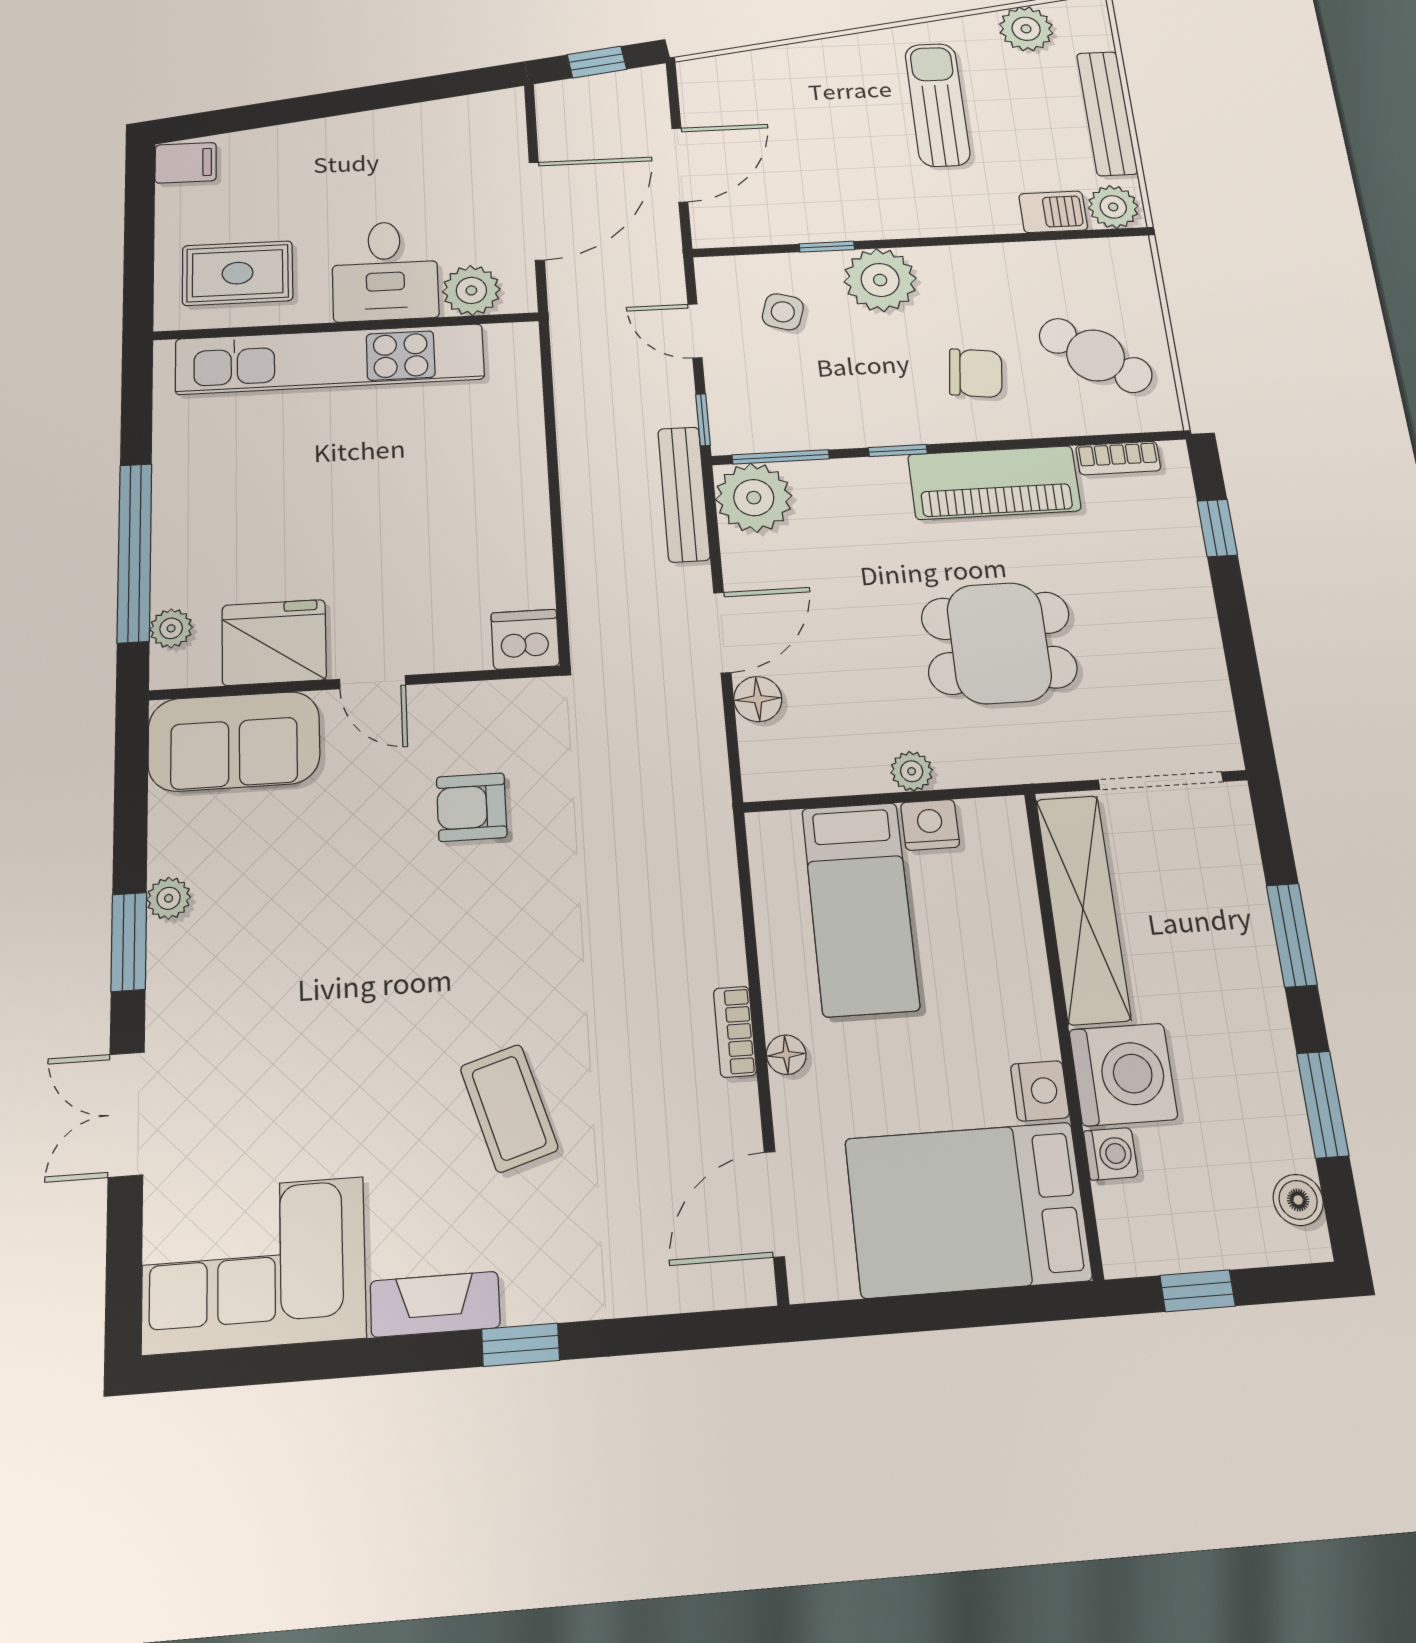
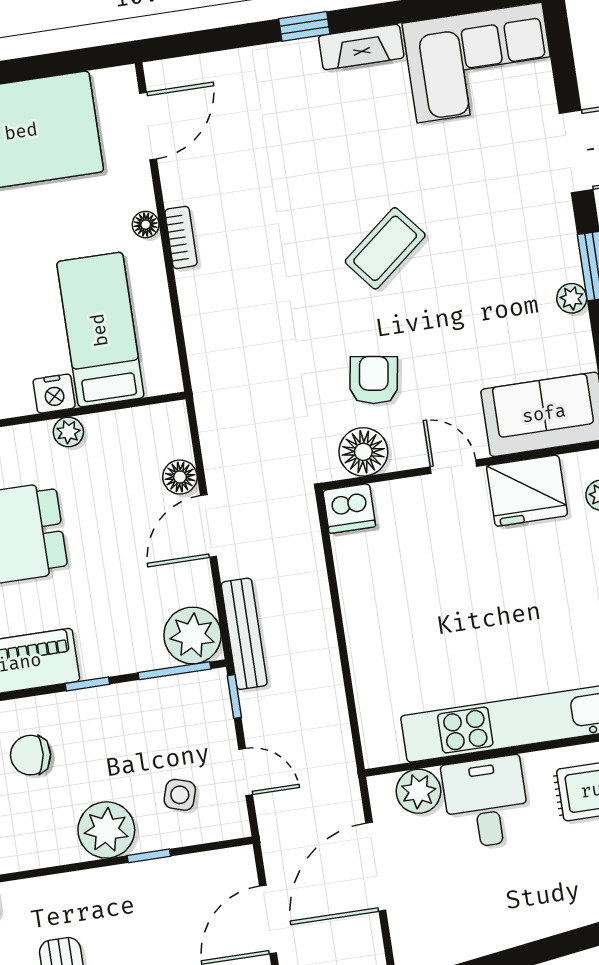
floor lamp: (497, 712) -> (363, 452), added
armchair: (472, 807) -> (374, 380), turned -81
coffee table: (509, 1108) -> (385, 248), moved, turned 68

